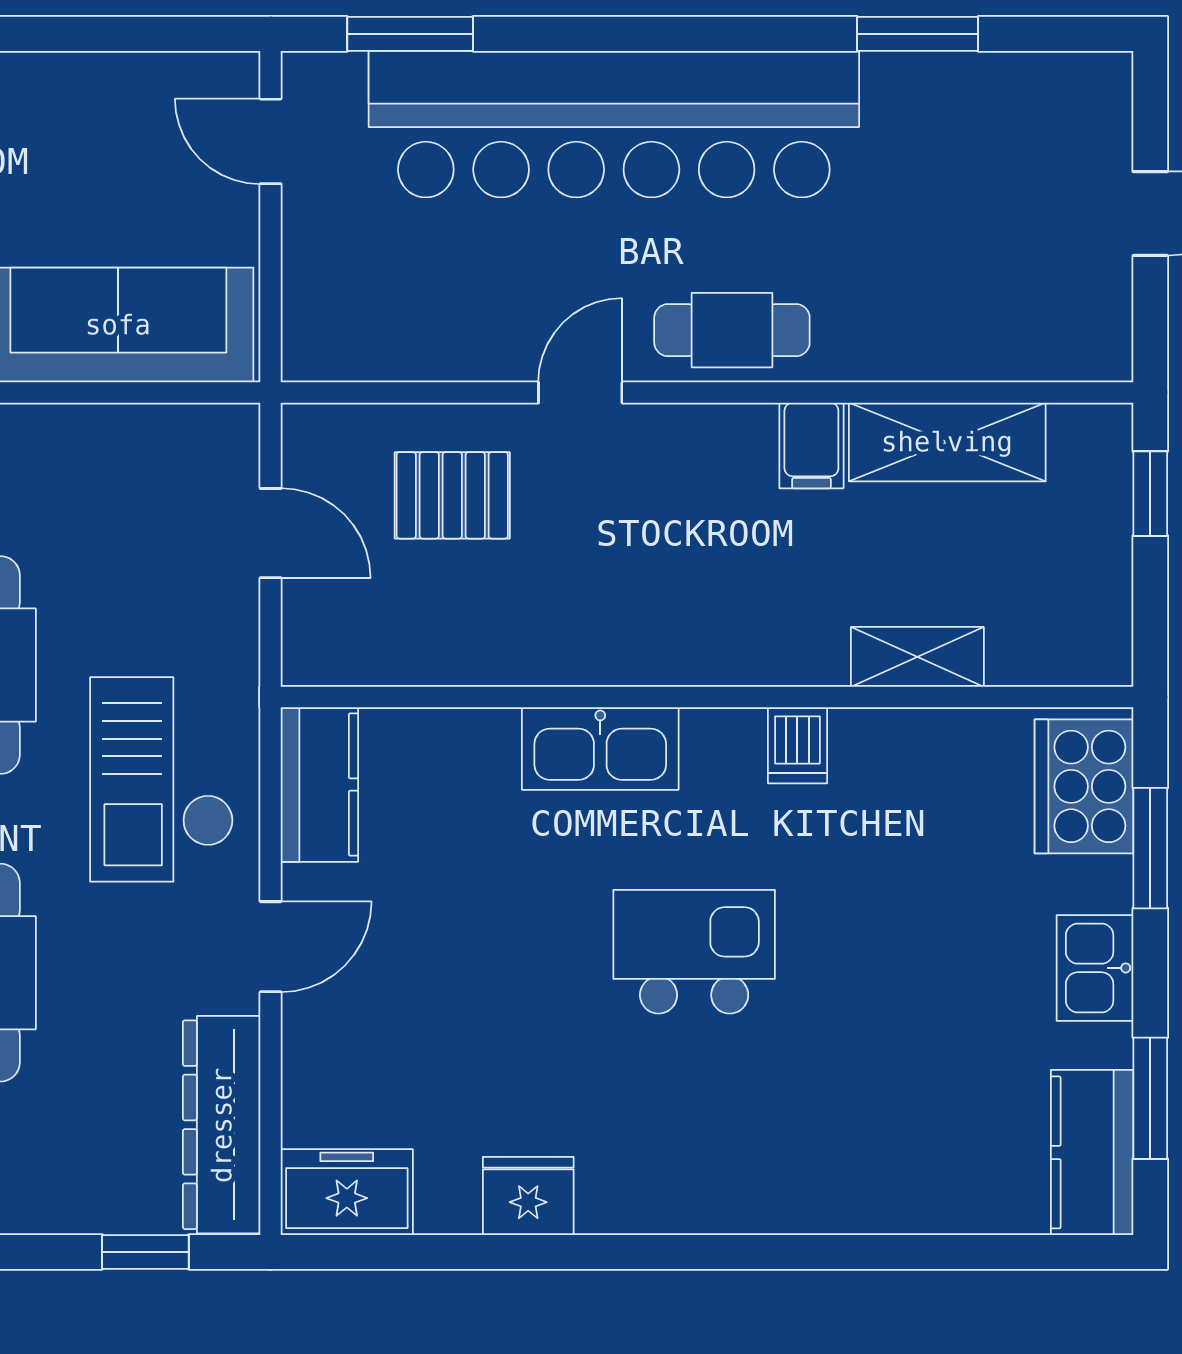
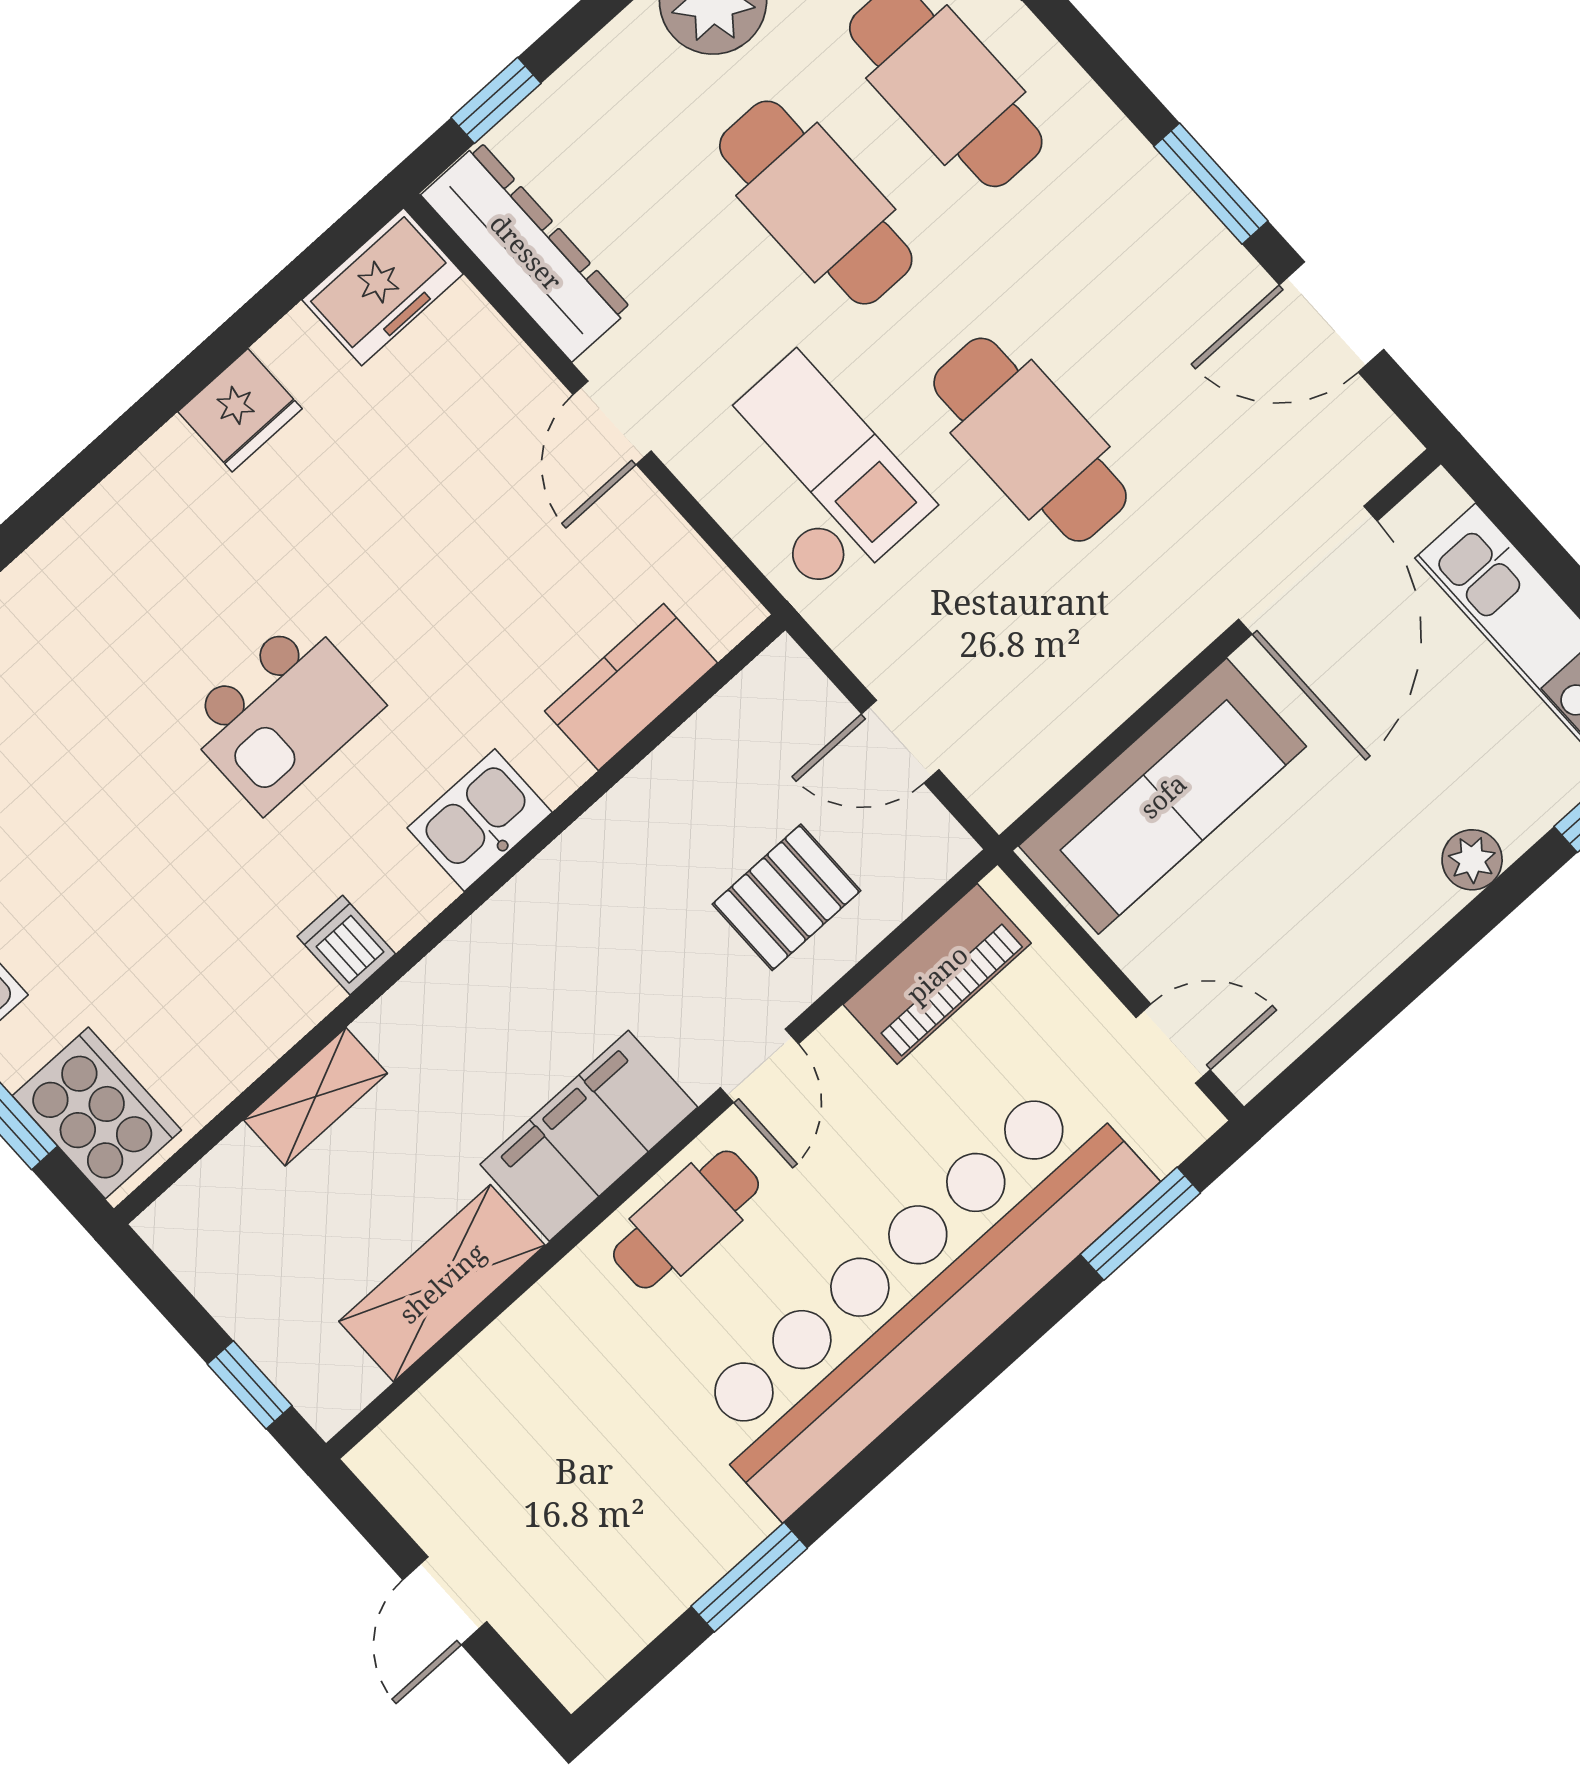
piano: (394, 343) -> (937, 974), added
filing cabinet: (811, 445) -> (589, 1136), width x3.00, depth x1.17
kitchen sink: (600, 749) -> (480, 820), width x0.73
kitchen counter: (319, 785) -> (631, 687), moved, turned 90

